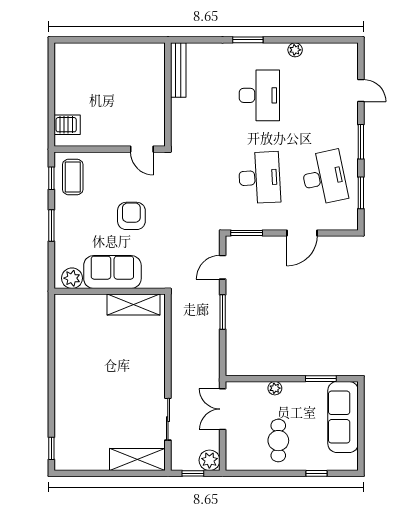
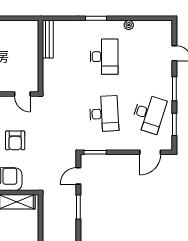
desk: (324, 178) -> (149, 114), turned 30
armchair: (131, 216) -> (15, 140), turned 180
door: (302, 233) -> (150, 152), moved

